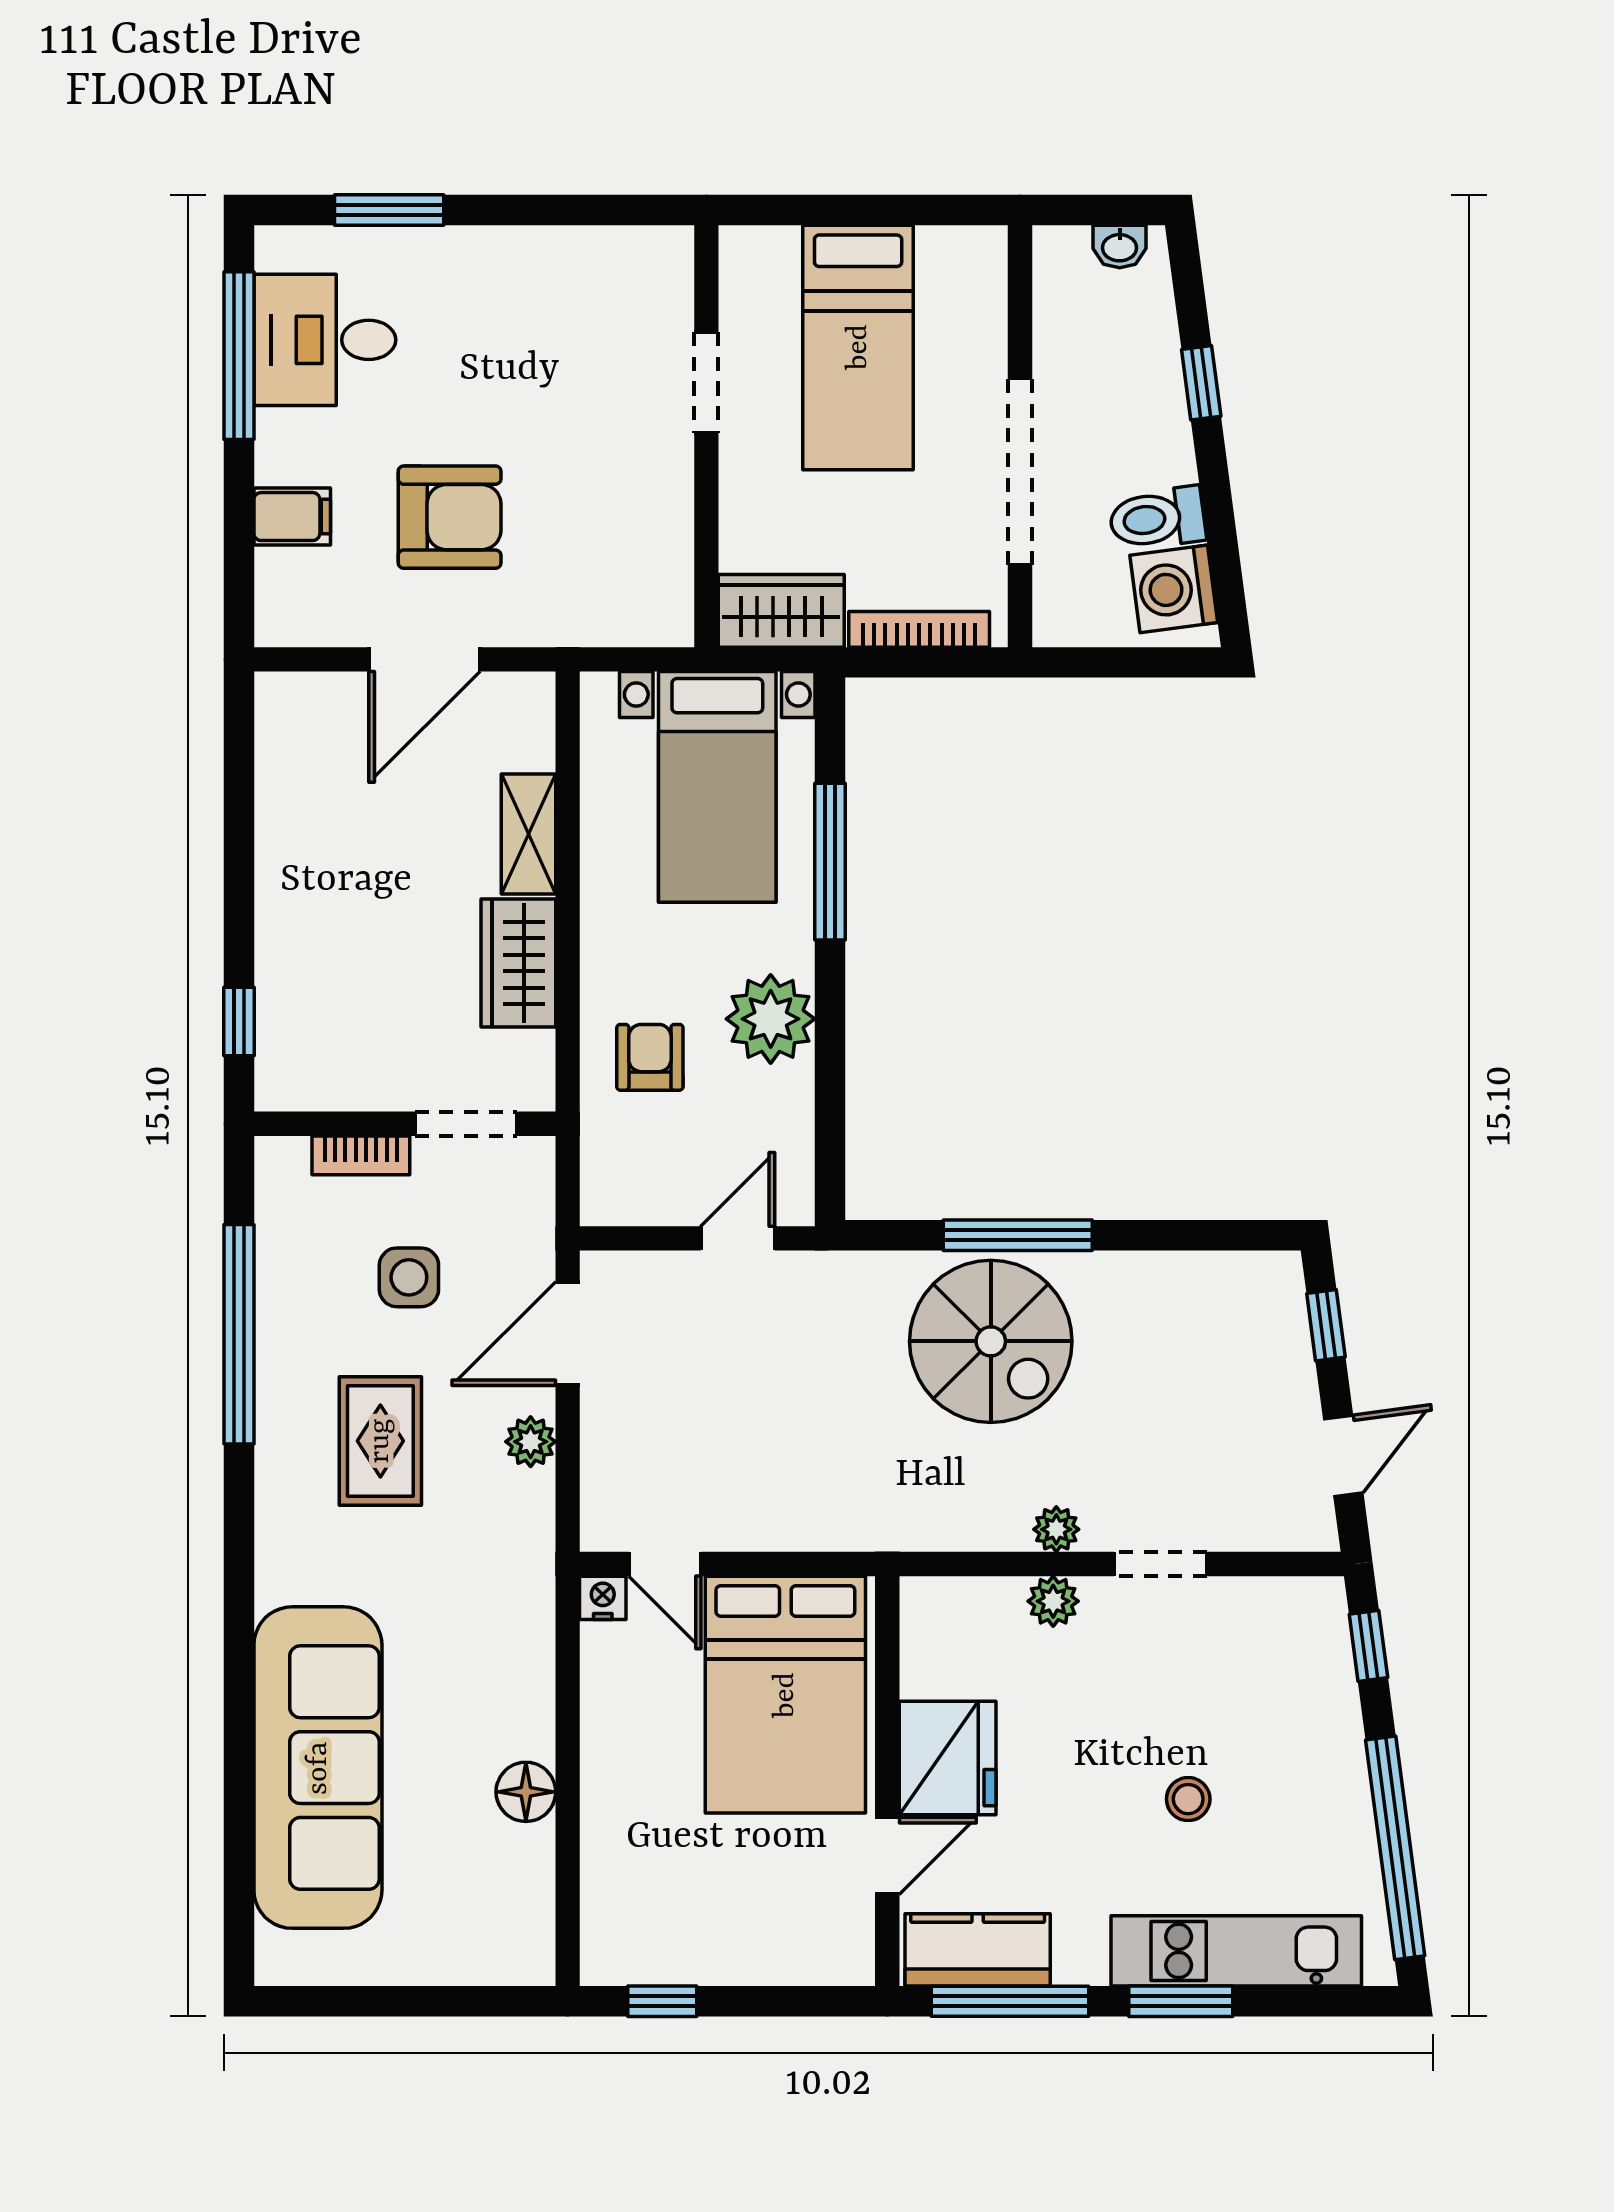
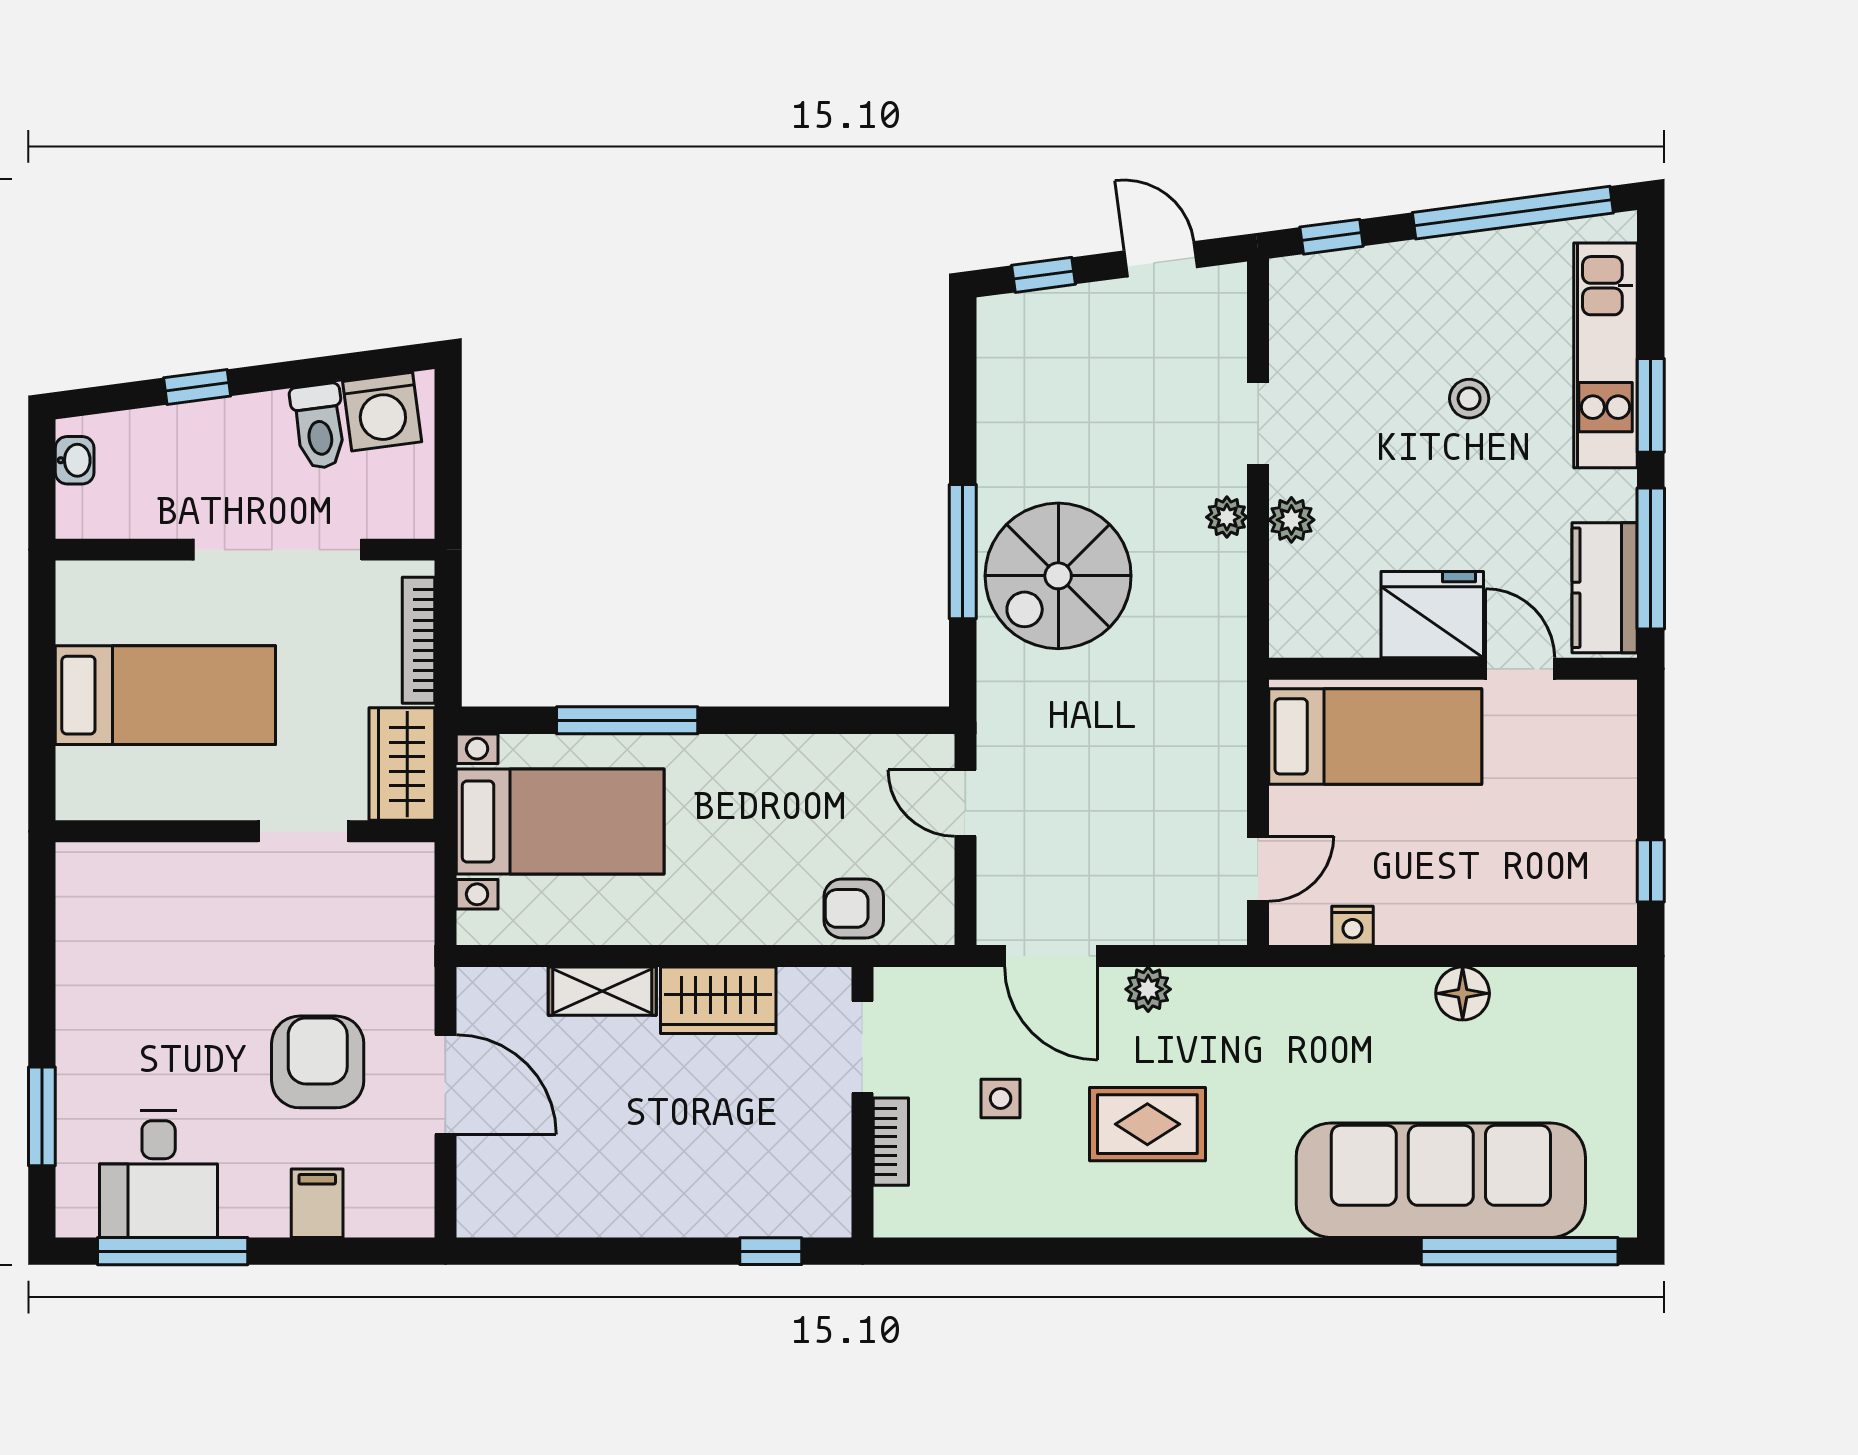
doorway: (706, 383) -> (303, 831), moved
plant: (771, 1019) -> (768, 774), removed
armchair: (650, 1057) -> (854, 908), moved
side table: (409, 1277) -> (1001, 1098), width x0.73, depth x0.73
window: (239, 1334) -> (1520, 1251), moved
spiral stairs: (991, 1341) -> (1058, 576), turned 180
nightstand: (603, 1598) -> (1353, 926), moved, turned -90
bed: (785, 1695) -> (1375, 736), width x0.67

